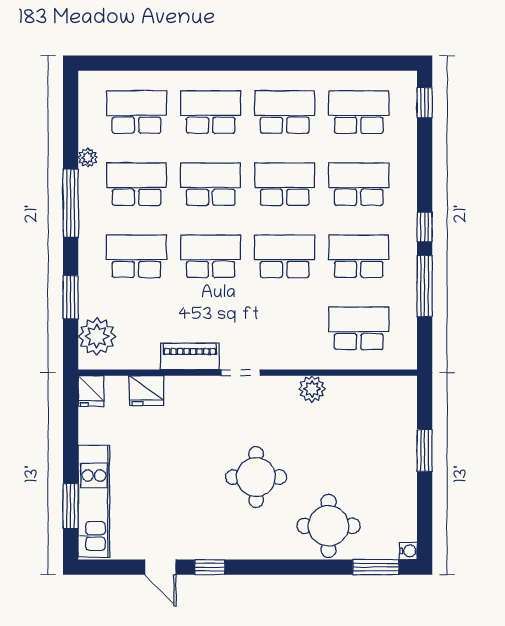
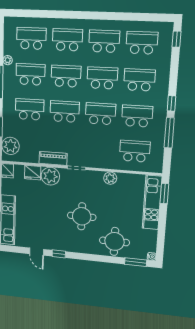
plant: (185, 395) -> (50, 176), added
kitchen unit: (401, 433) -> (152, 202), added
window: (425, 451) -> (164, 194), moved

